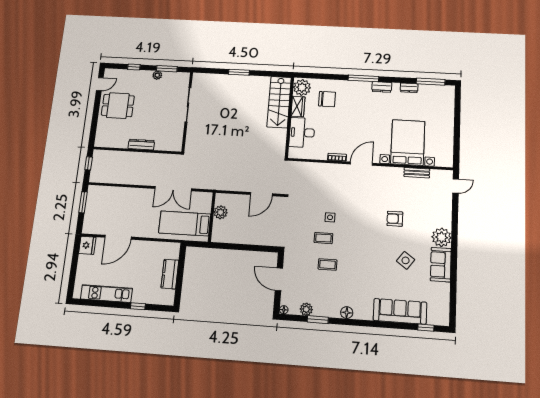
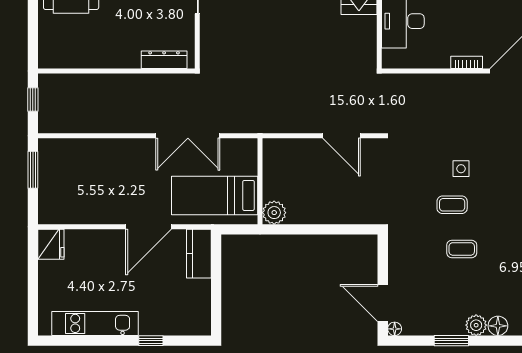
dresser: (141, 145) -> (164, 60), moved
door: (261, 194) -> (341, 136), hinge flipped
plant: (221, 212) -> (274, 213), moved
door: (118, 237) -> (149, 227), moved
kitchen counter: (170, 274) -> (199, 254), moved
door: (279, 279) -> (383, 303), moved
plant: (306, 309) -> (476, 325), moved

